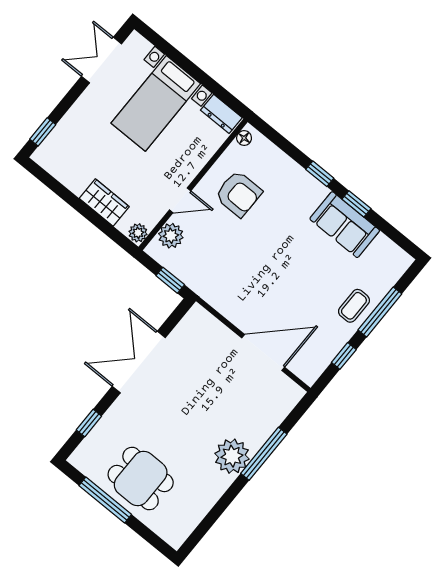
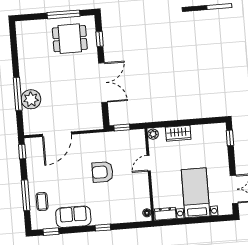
armchair: (238, 194) -> (103, 172), moved
window: (356, 204) -> (51, 232), moved
plant: (171, 236) -> (139, 146), removed
coffee table: (354, 306) -> (42, 202), moved
window: (344, 356) -> (22, 152), moved
plant: (232, 456) -> (31, 99), moved
dining table: (141, 479) -> (70, 39), moved

